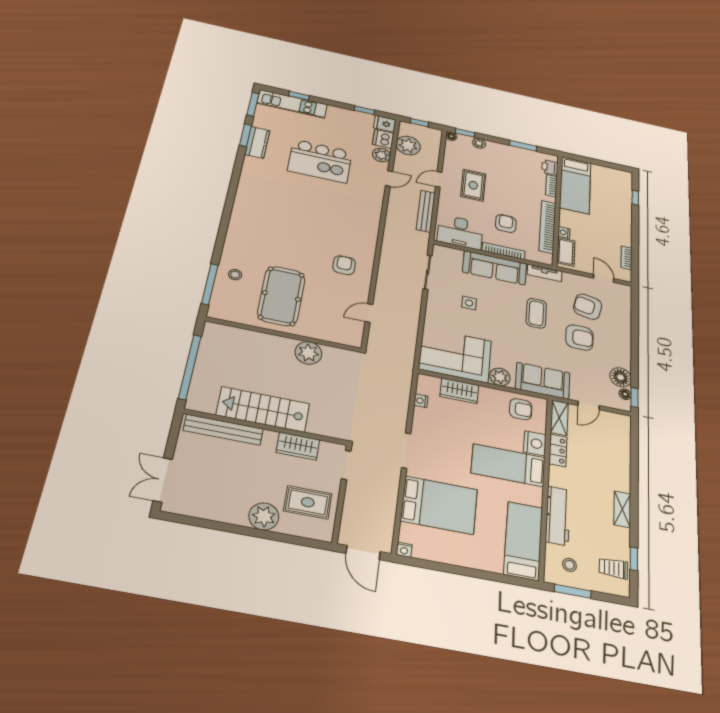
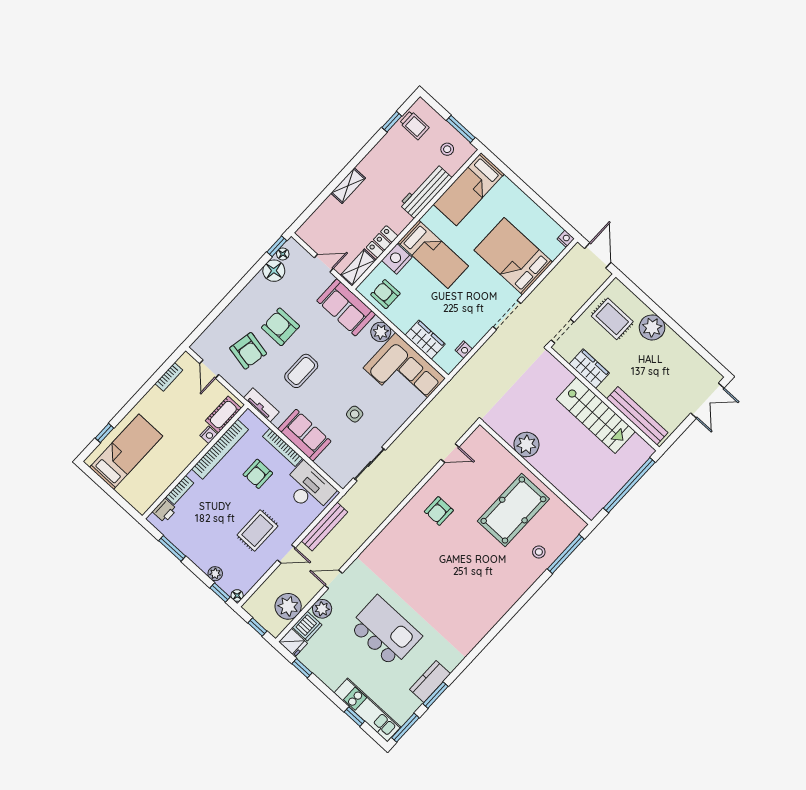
bed: (575, 185) -> (126, 452), moved
sofa: (495, 268) -> (304, 435), width x0.73
shelving: (622, 509) -> (348, 186), moved

